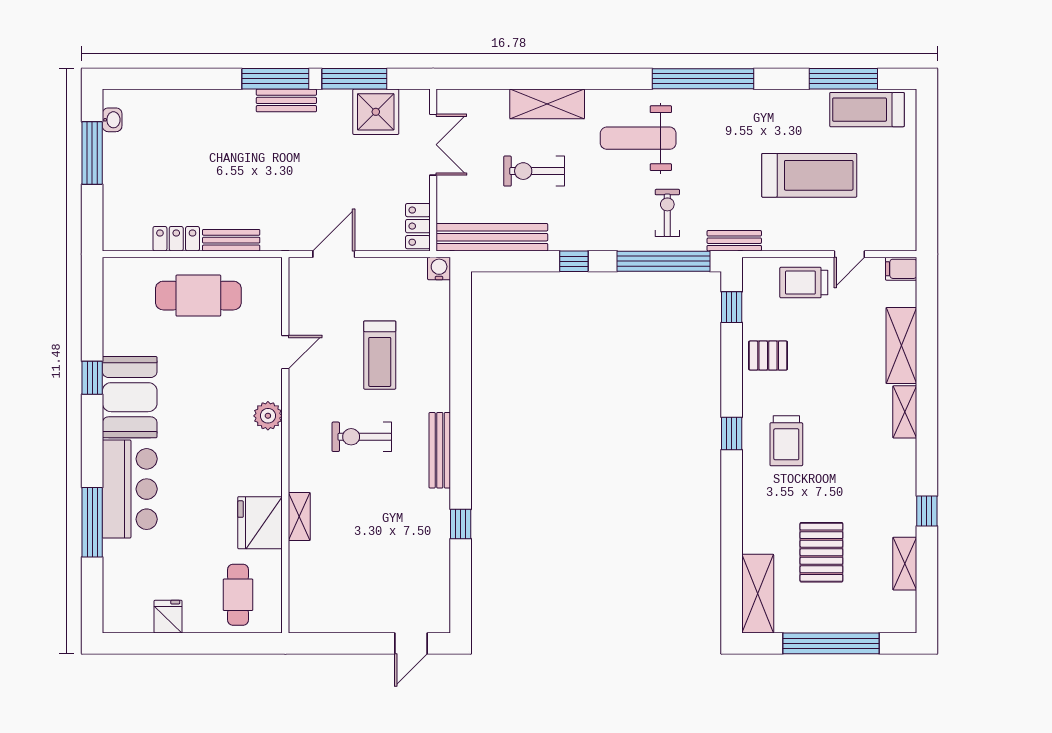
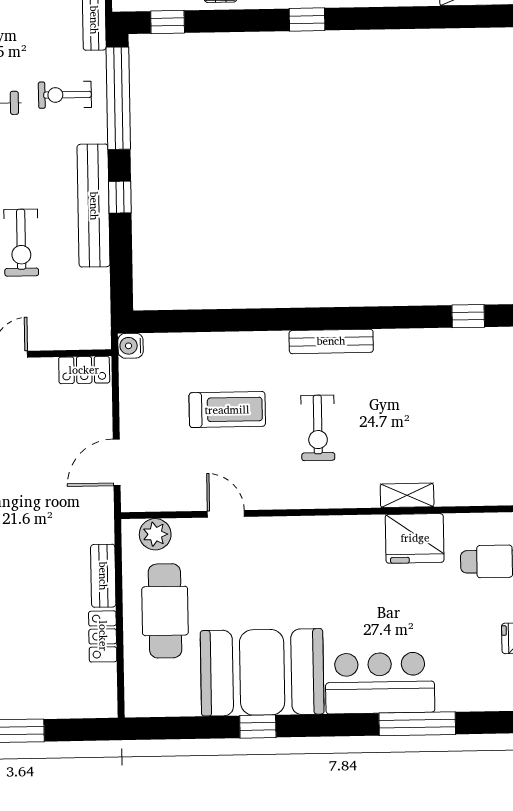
bench: (492, 237) -> (94, 206), moved
door: (334, 254) -> (117, 462), hinge flipped
booth: (130, 397) -> (262, 672), width x1.36, depth x1.42
plant: (268, 416) -> (155, 534), moved
window: (461, 524) -> (468, 316), moved

